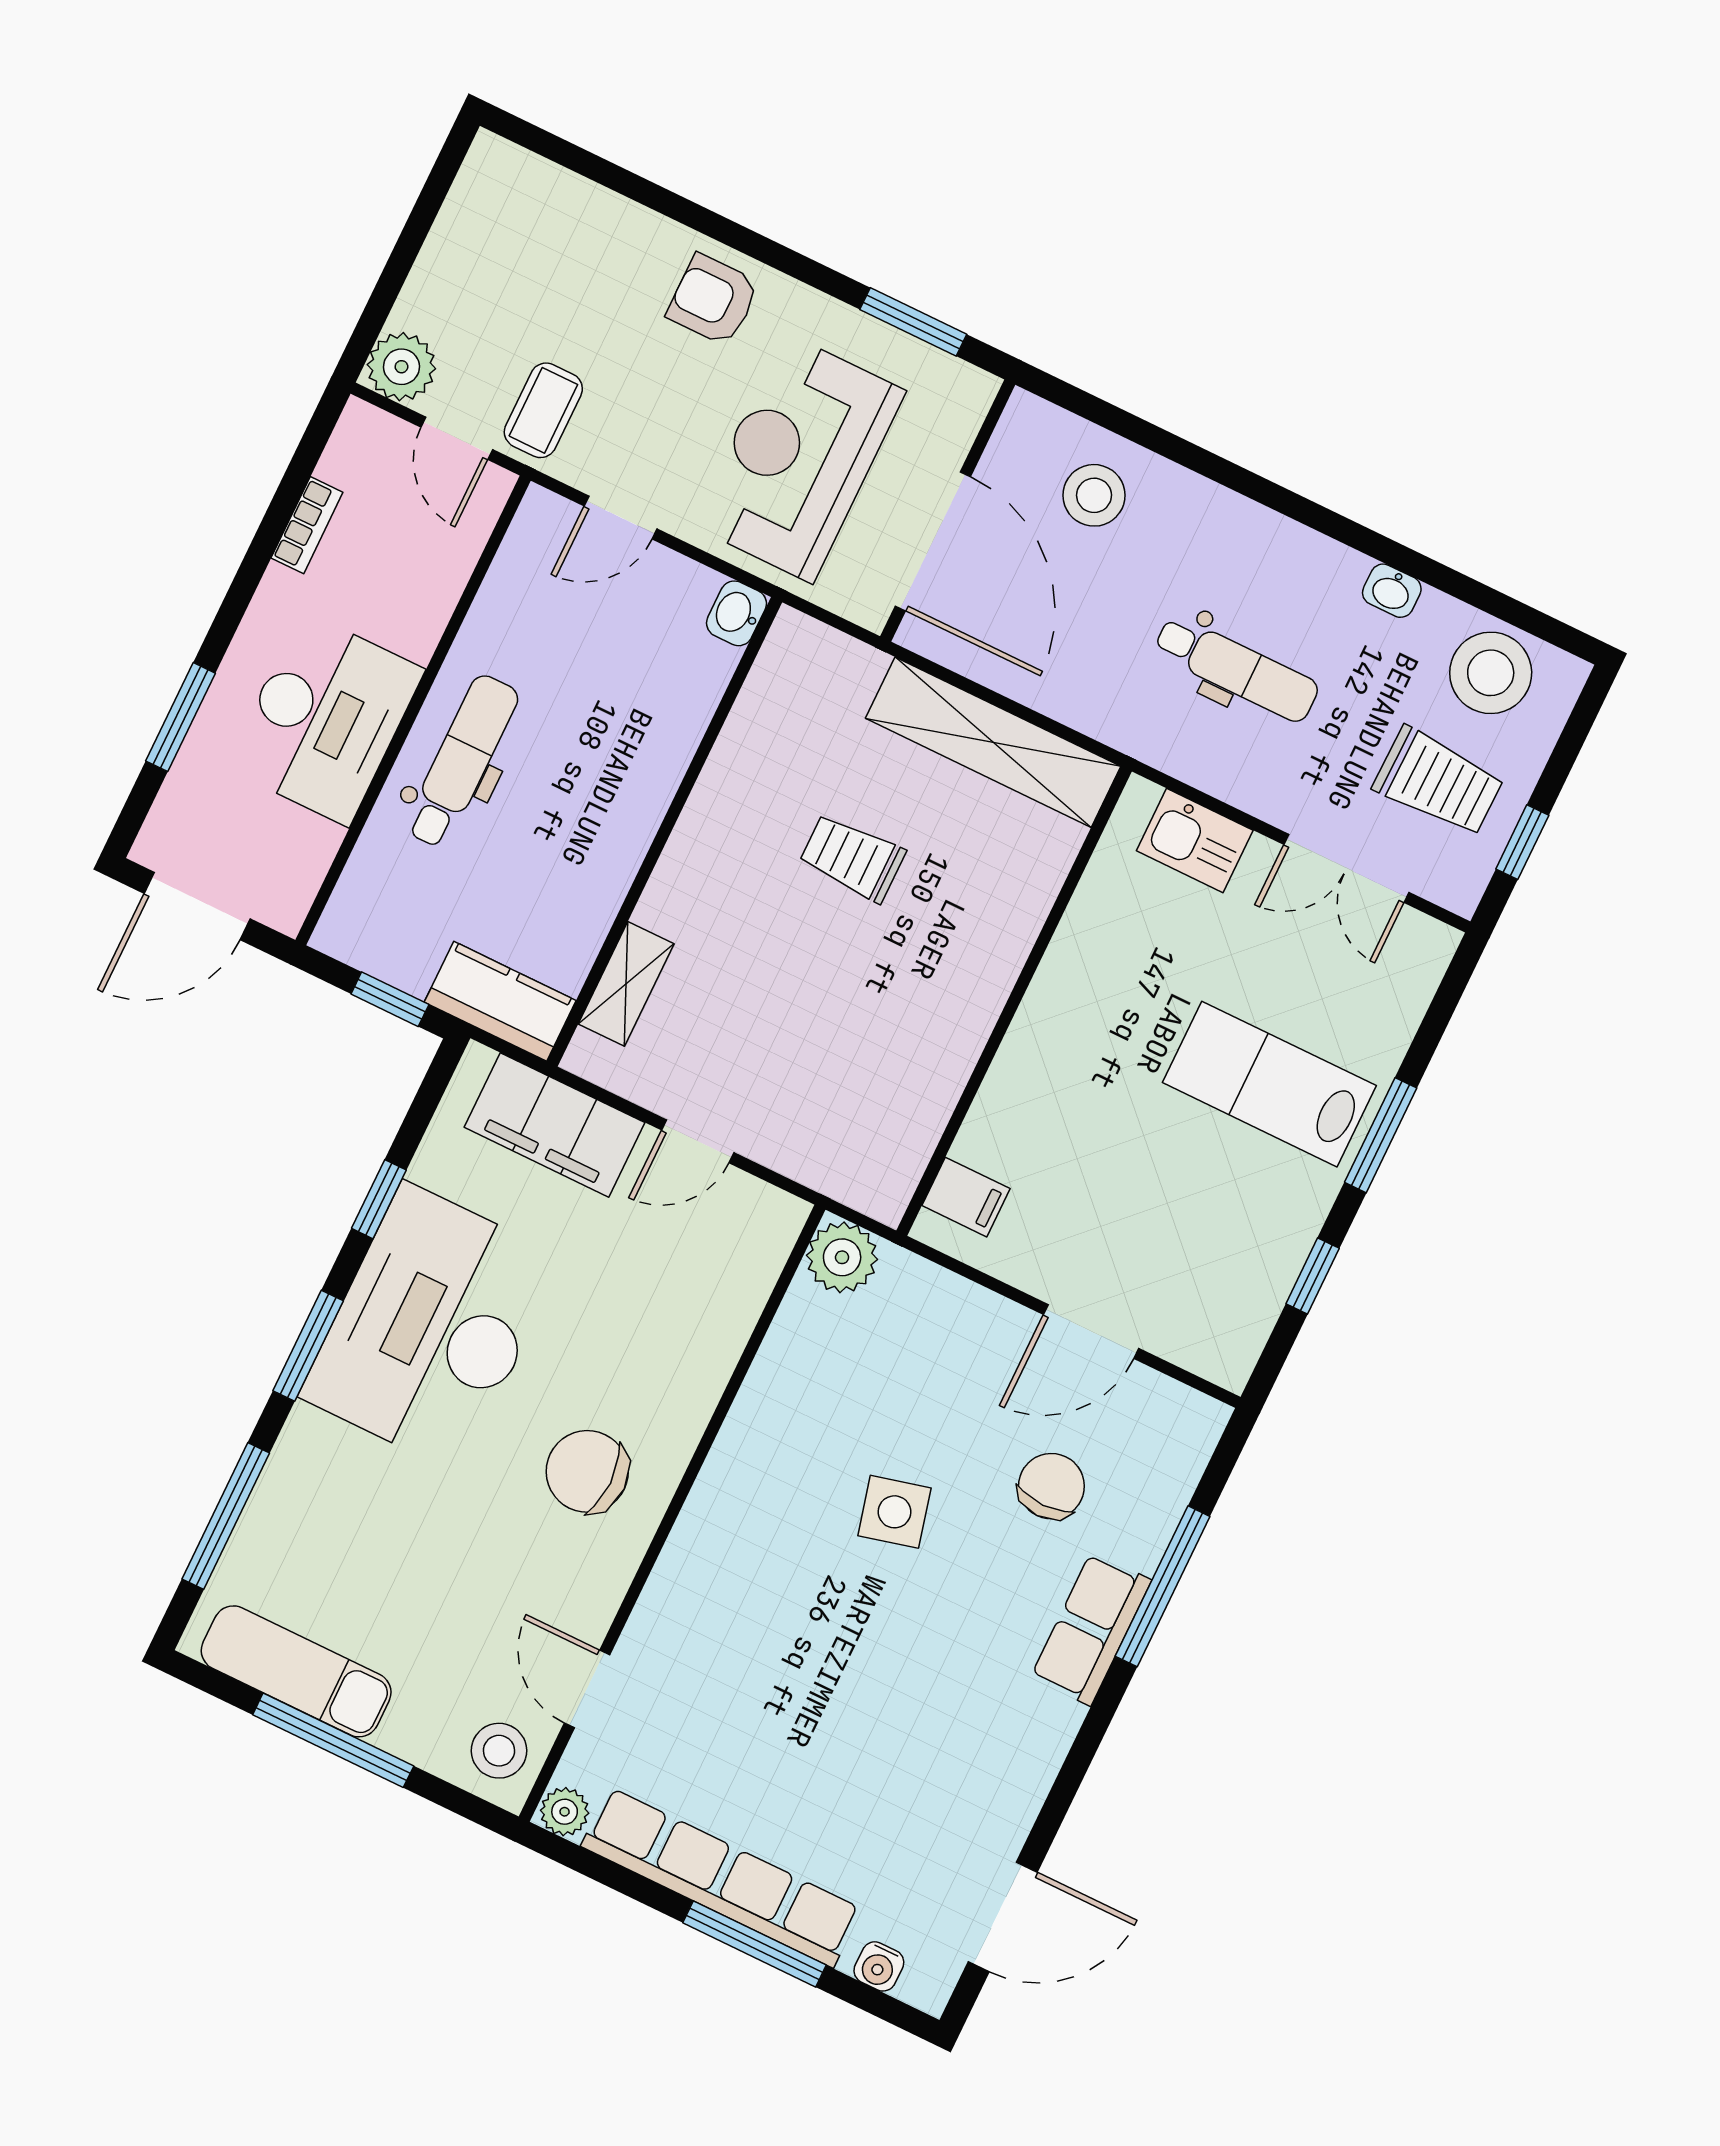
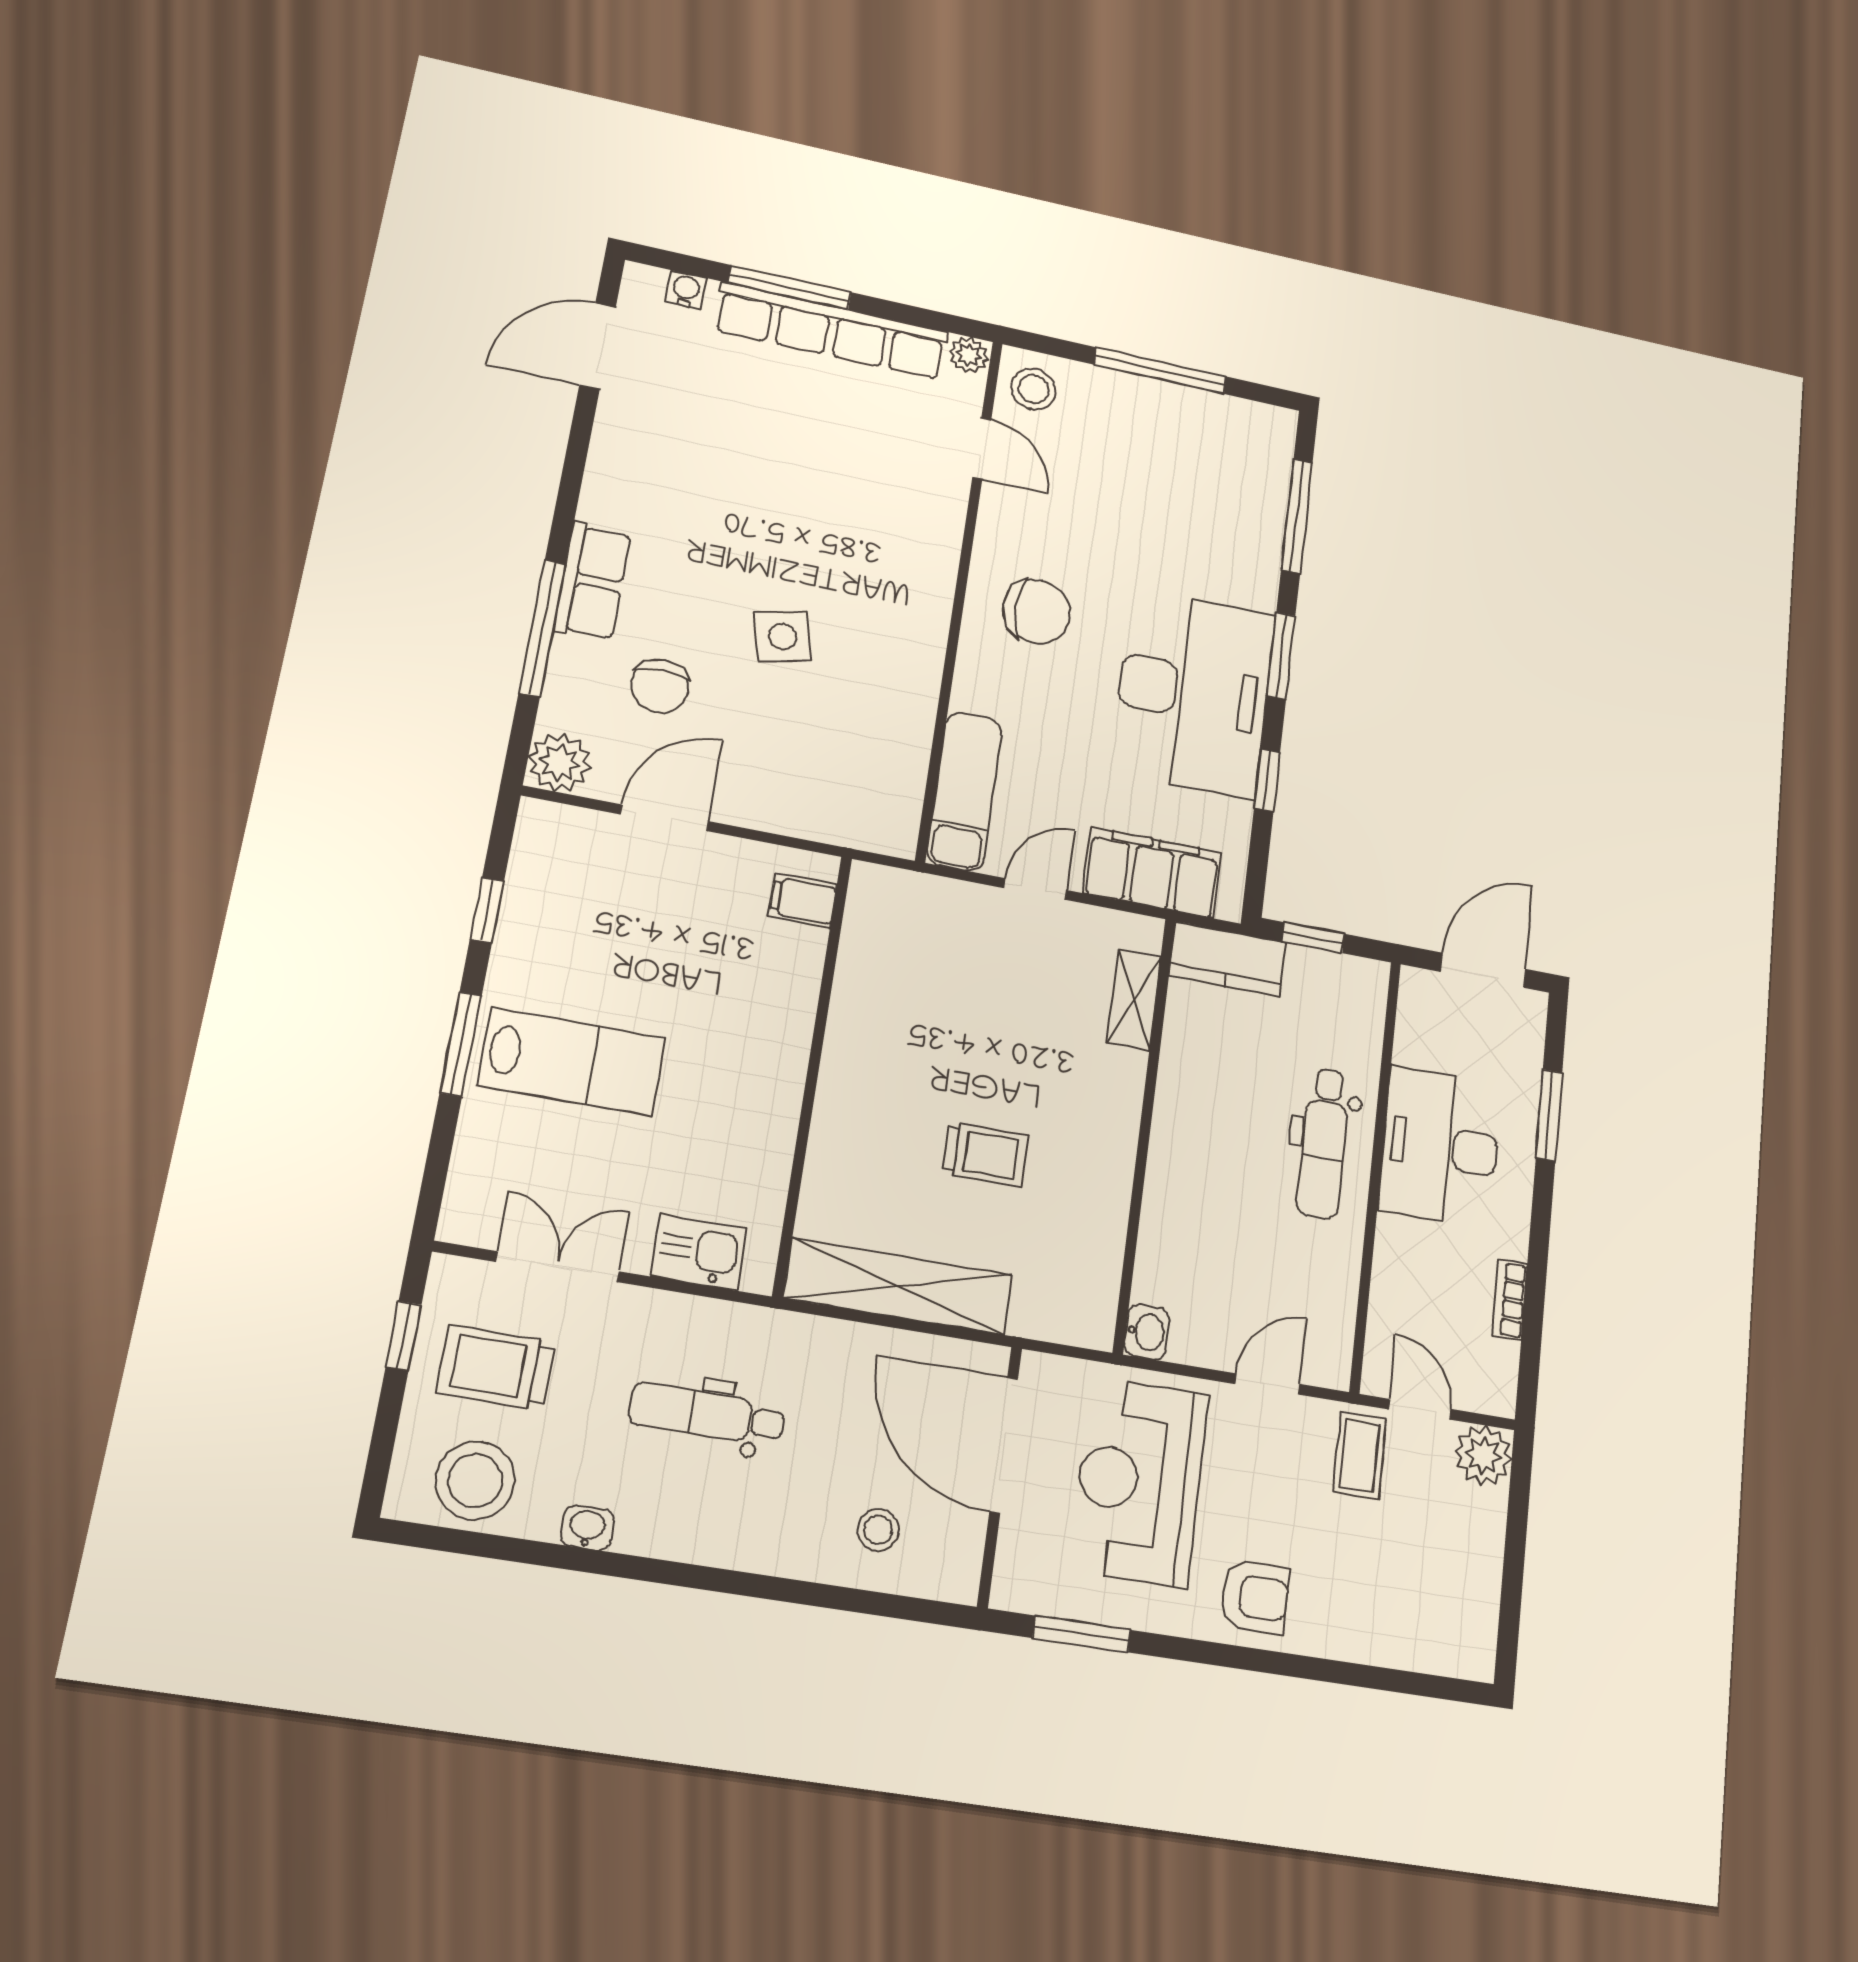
reception desk: (799, 458) -> (1139, 1482), turned 180
stool: (1094, 495) -> (878, 1530), width x0.73, depth x0.73
plant: (842, 1257) -> (559, 762), moved
exam couch: (296, 1671) -> (965, 791), moved, turned -90

